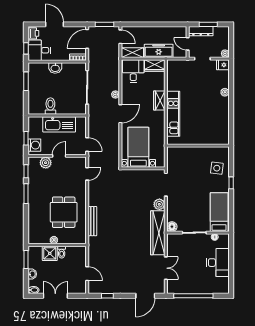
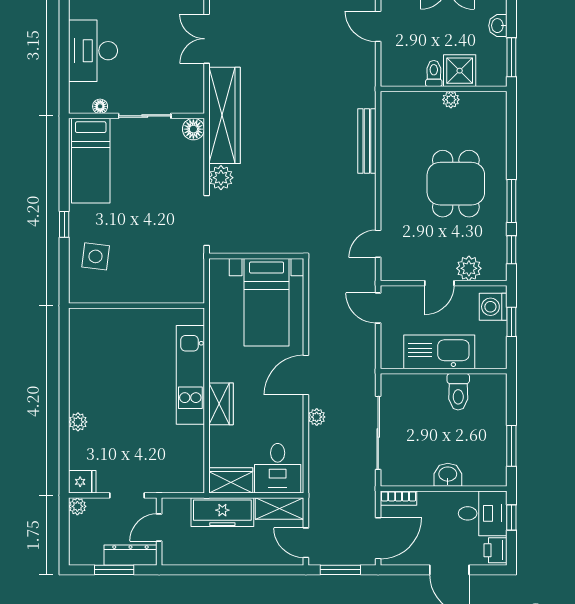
door: (188, 44) -> (159, 528), swing flipped
dining table: (64, 212) -> (456, 184), moved

